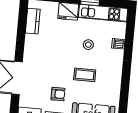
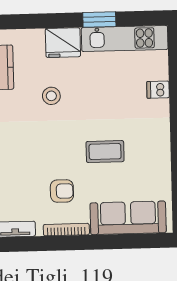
stool: (88, 45) -> (51, 96), moved

